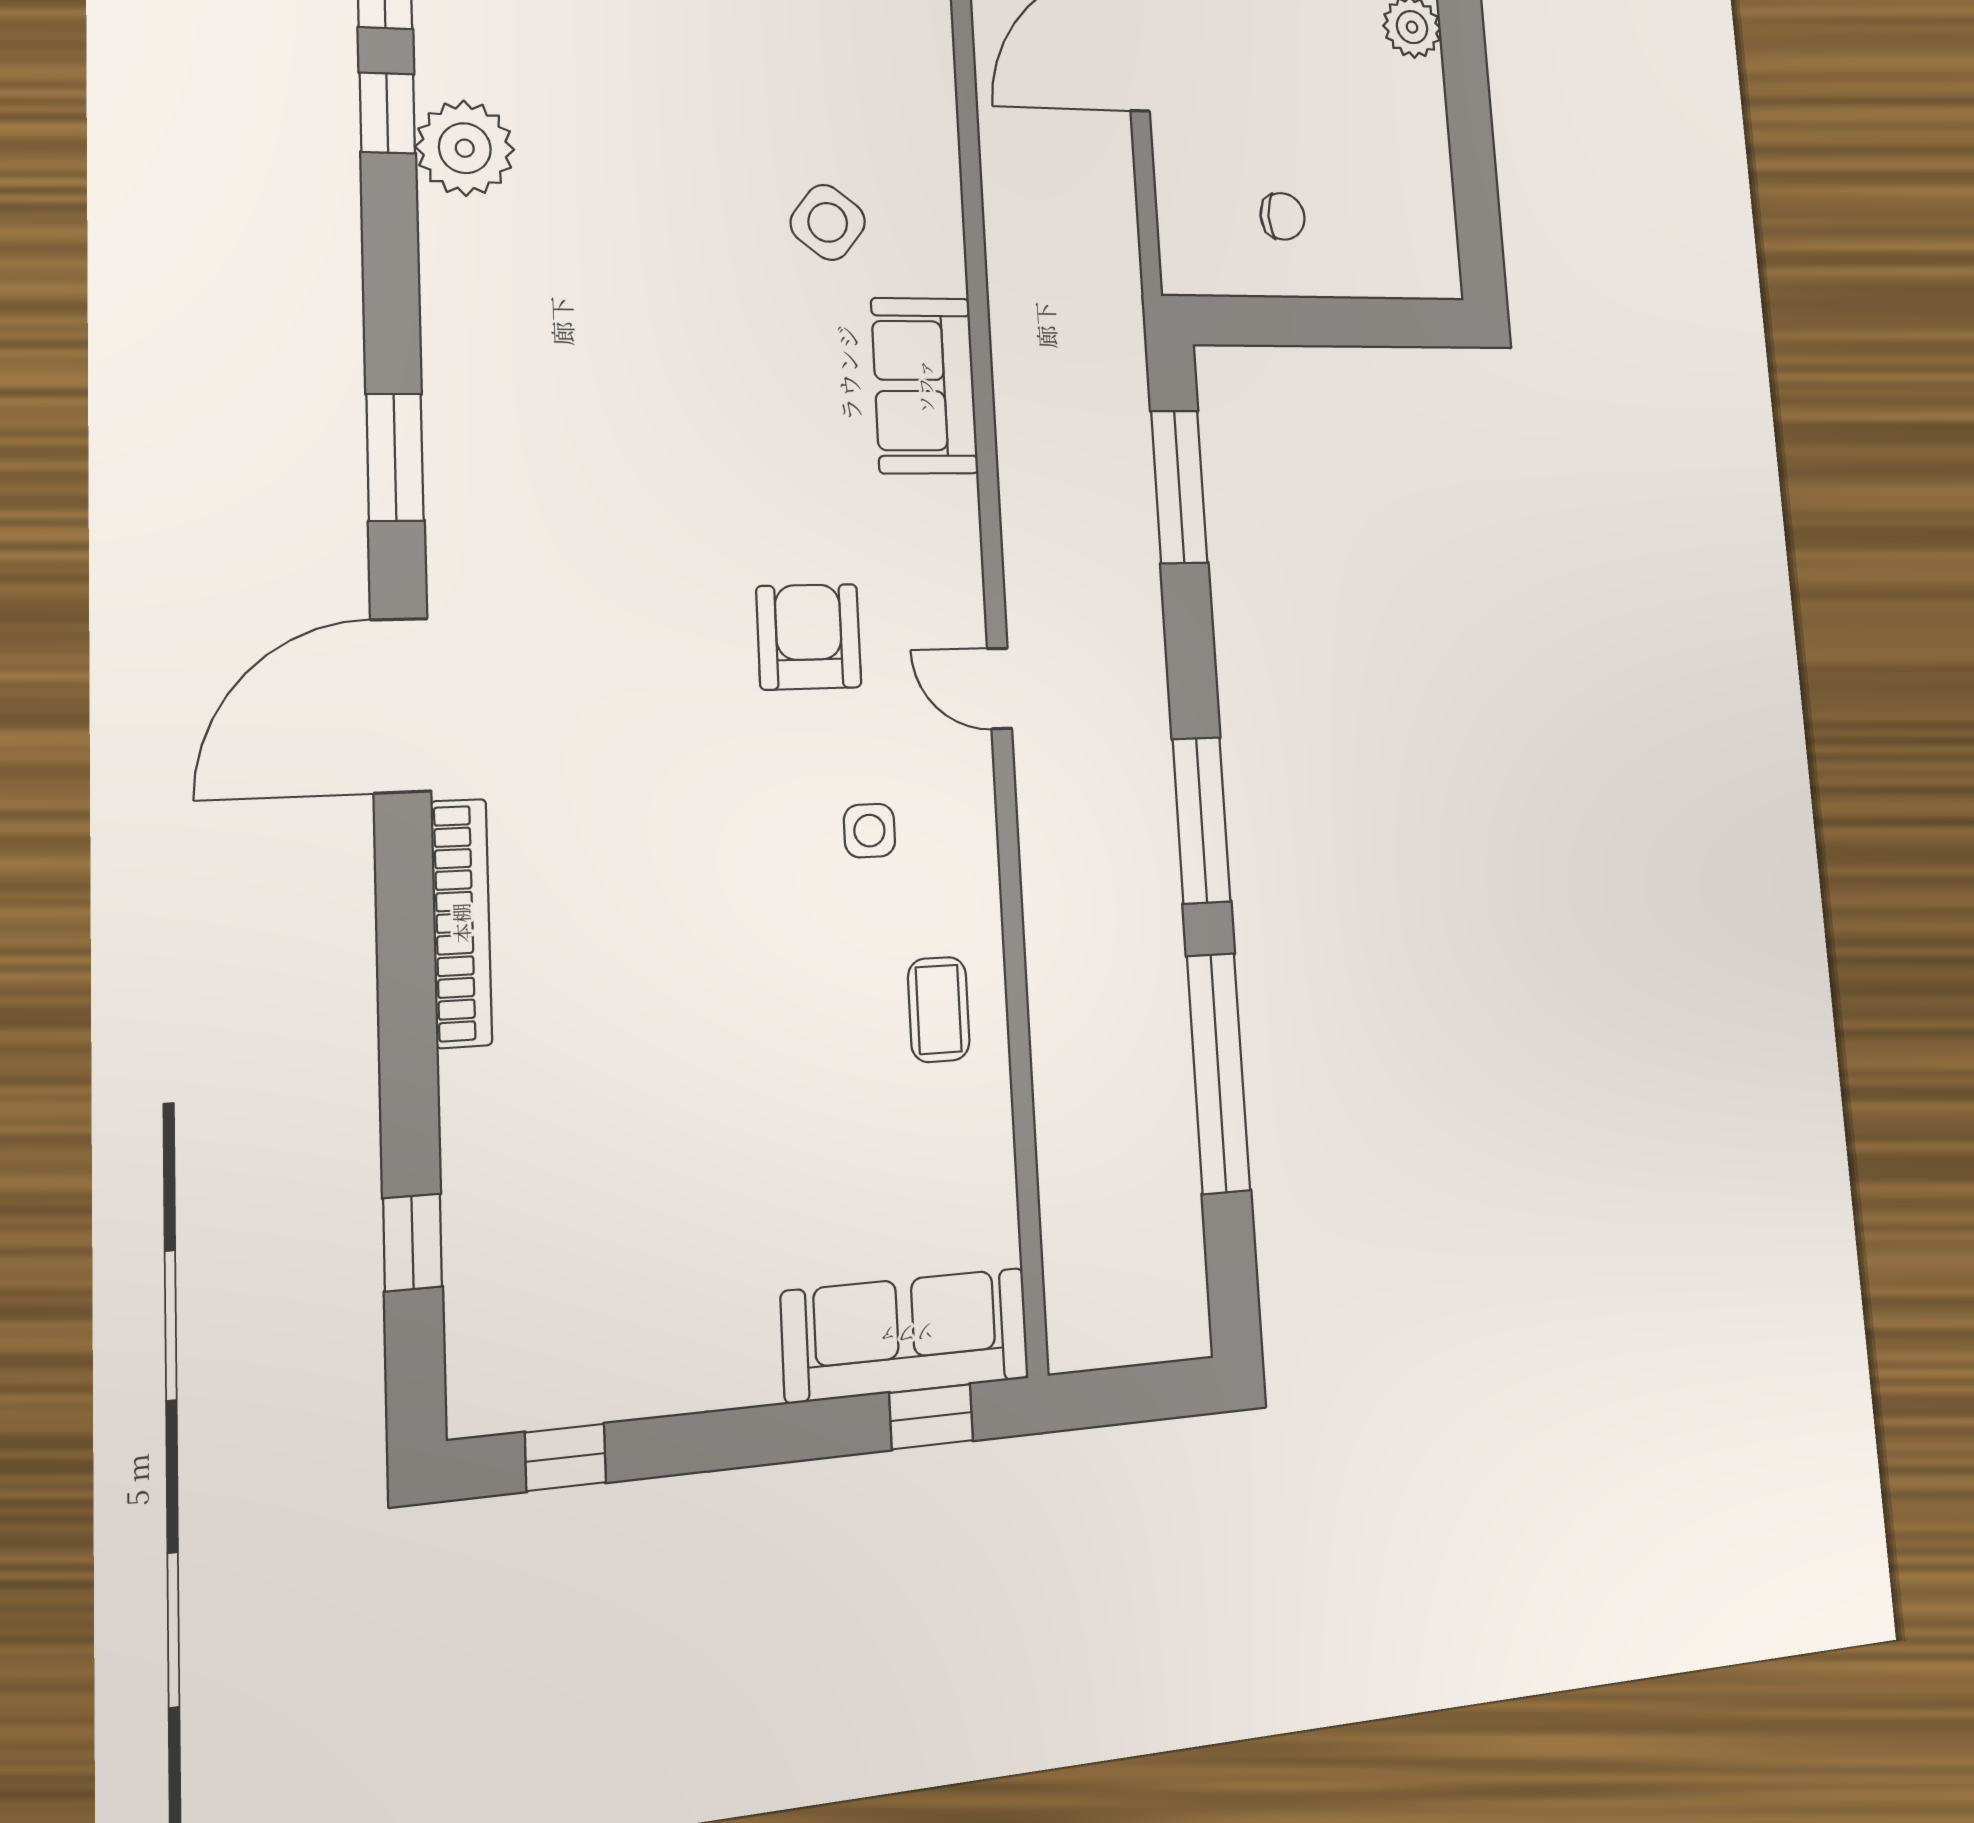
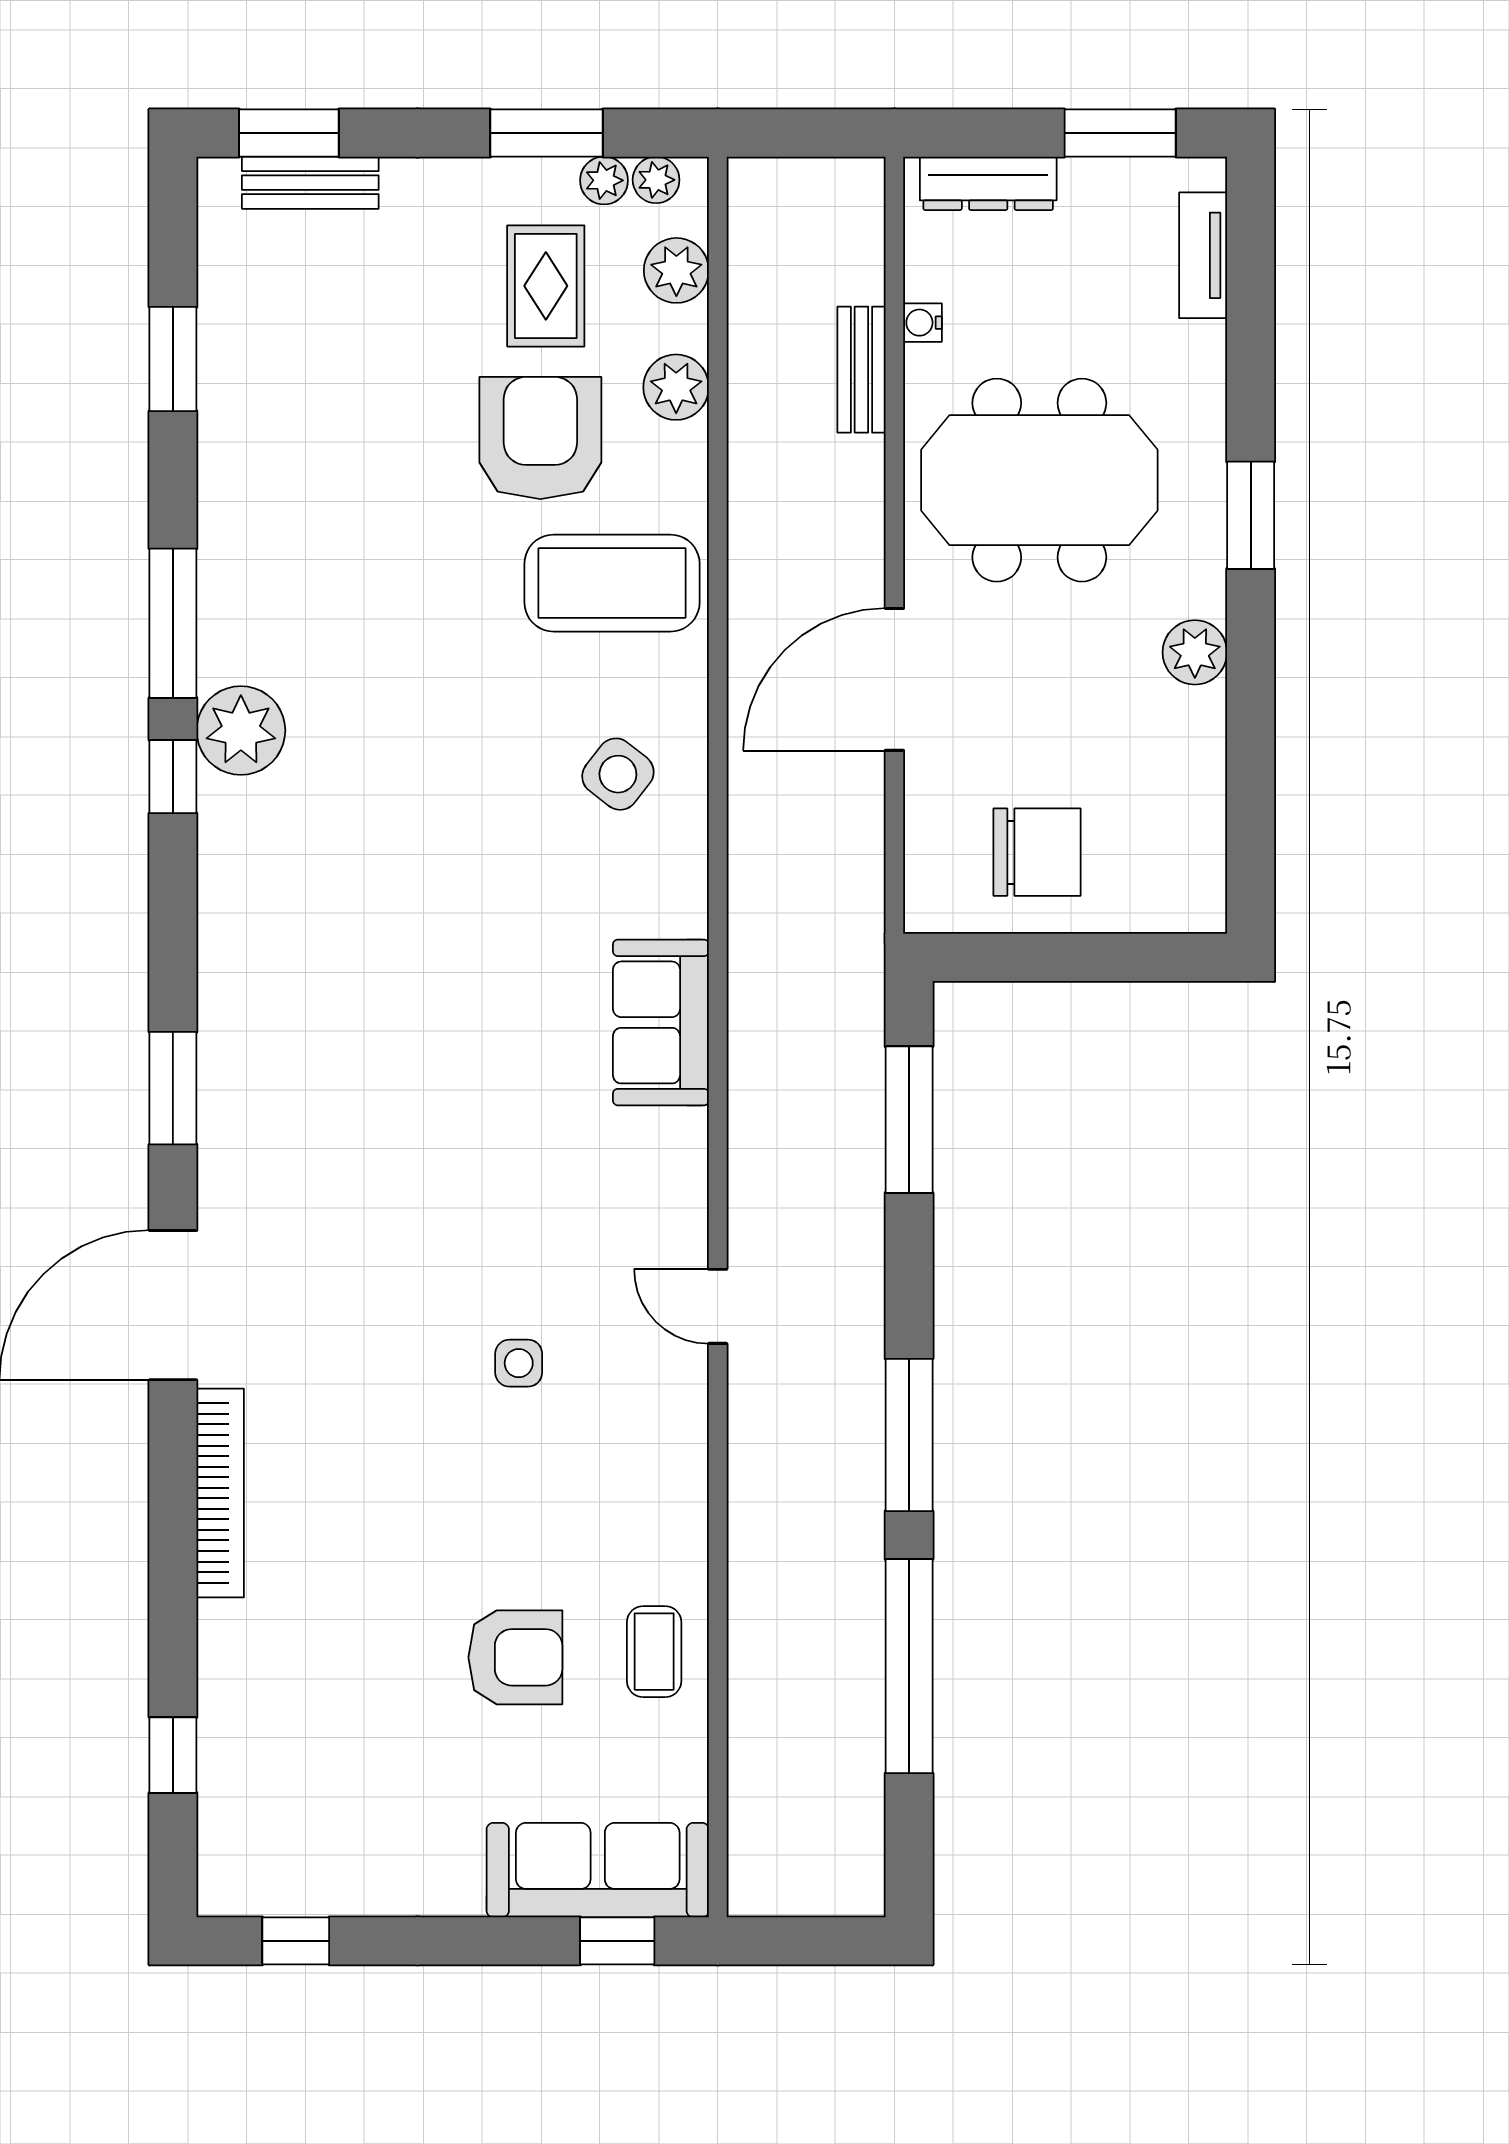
plant: (465, 148) -> (241, 730), moved
chair: (1283, 216) -> (1037, 852), width x1.87, depth x1.87
side table: (828, 222) -> (618, 774), moved
armchair: (809, 637) -> (515, 1657), moved, turned 90
side table: (869, 831) -> (519, 1363), moved
coffee table: (939, 1009) -> (654, 1652), moved

